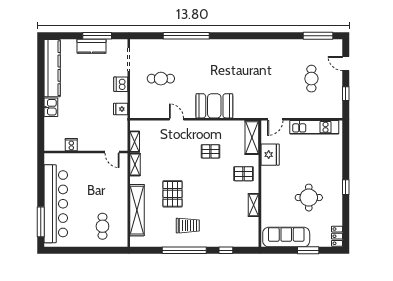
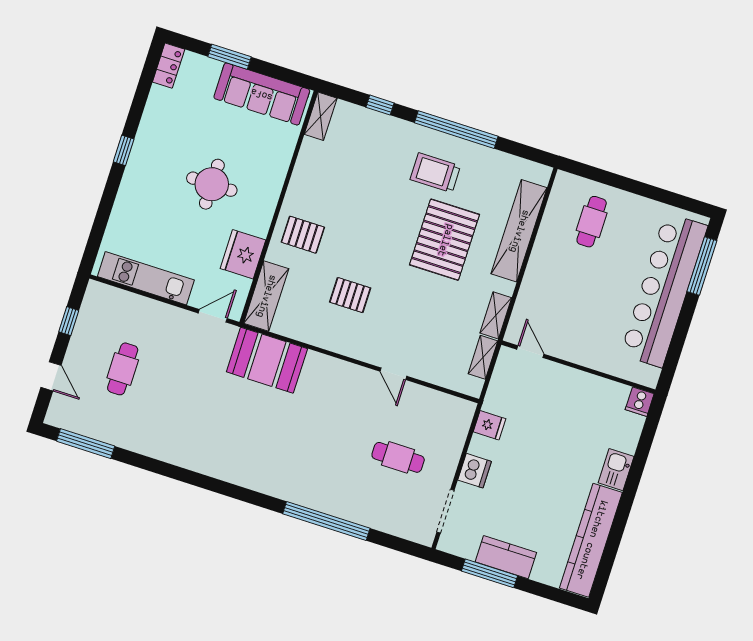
booth: (214, 106) -> (267, 360), moved
cooker: (71, 145) -> (640, 402), moved
pallet: (172, 194) -> (445, 240), width x1.37, depth x1.41
round table: (309, 198) -> (212, 184), moved
shelving: (254, 205) -> (321, 116), moved

